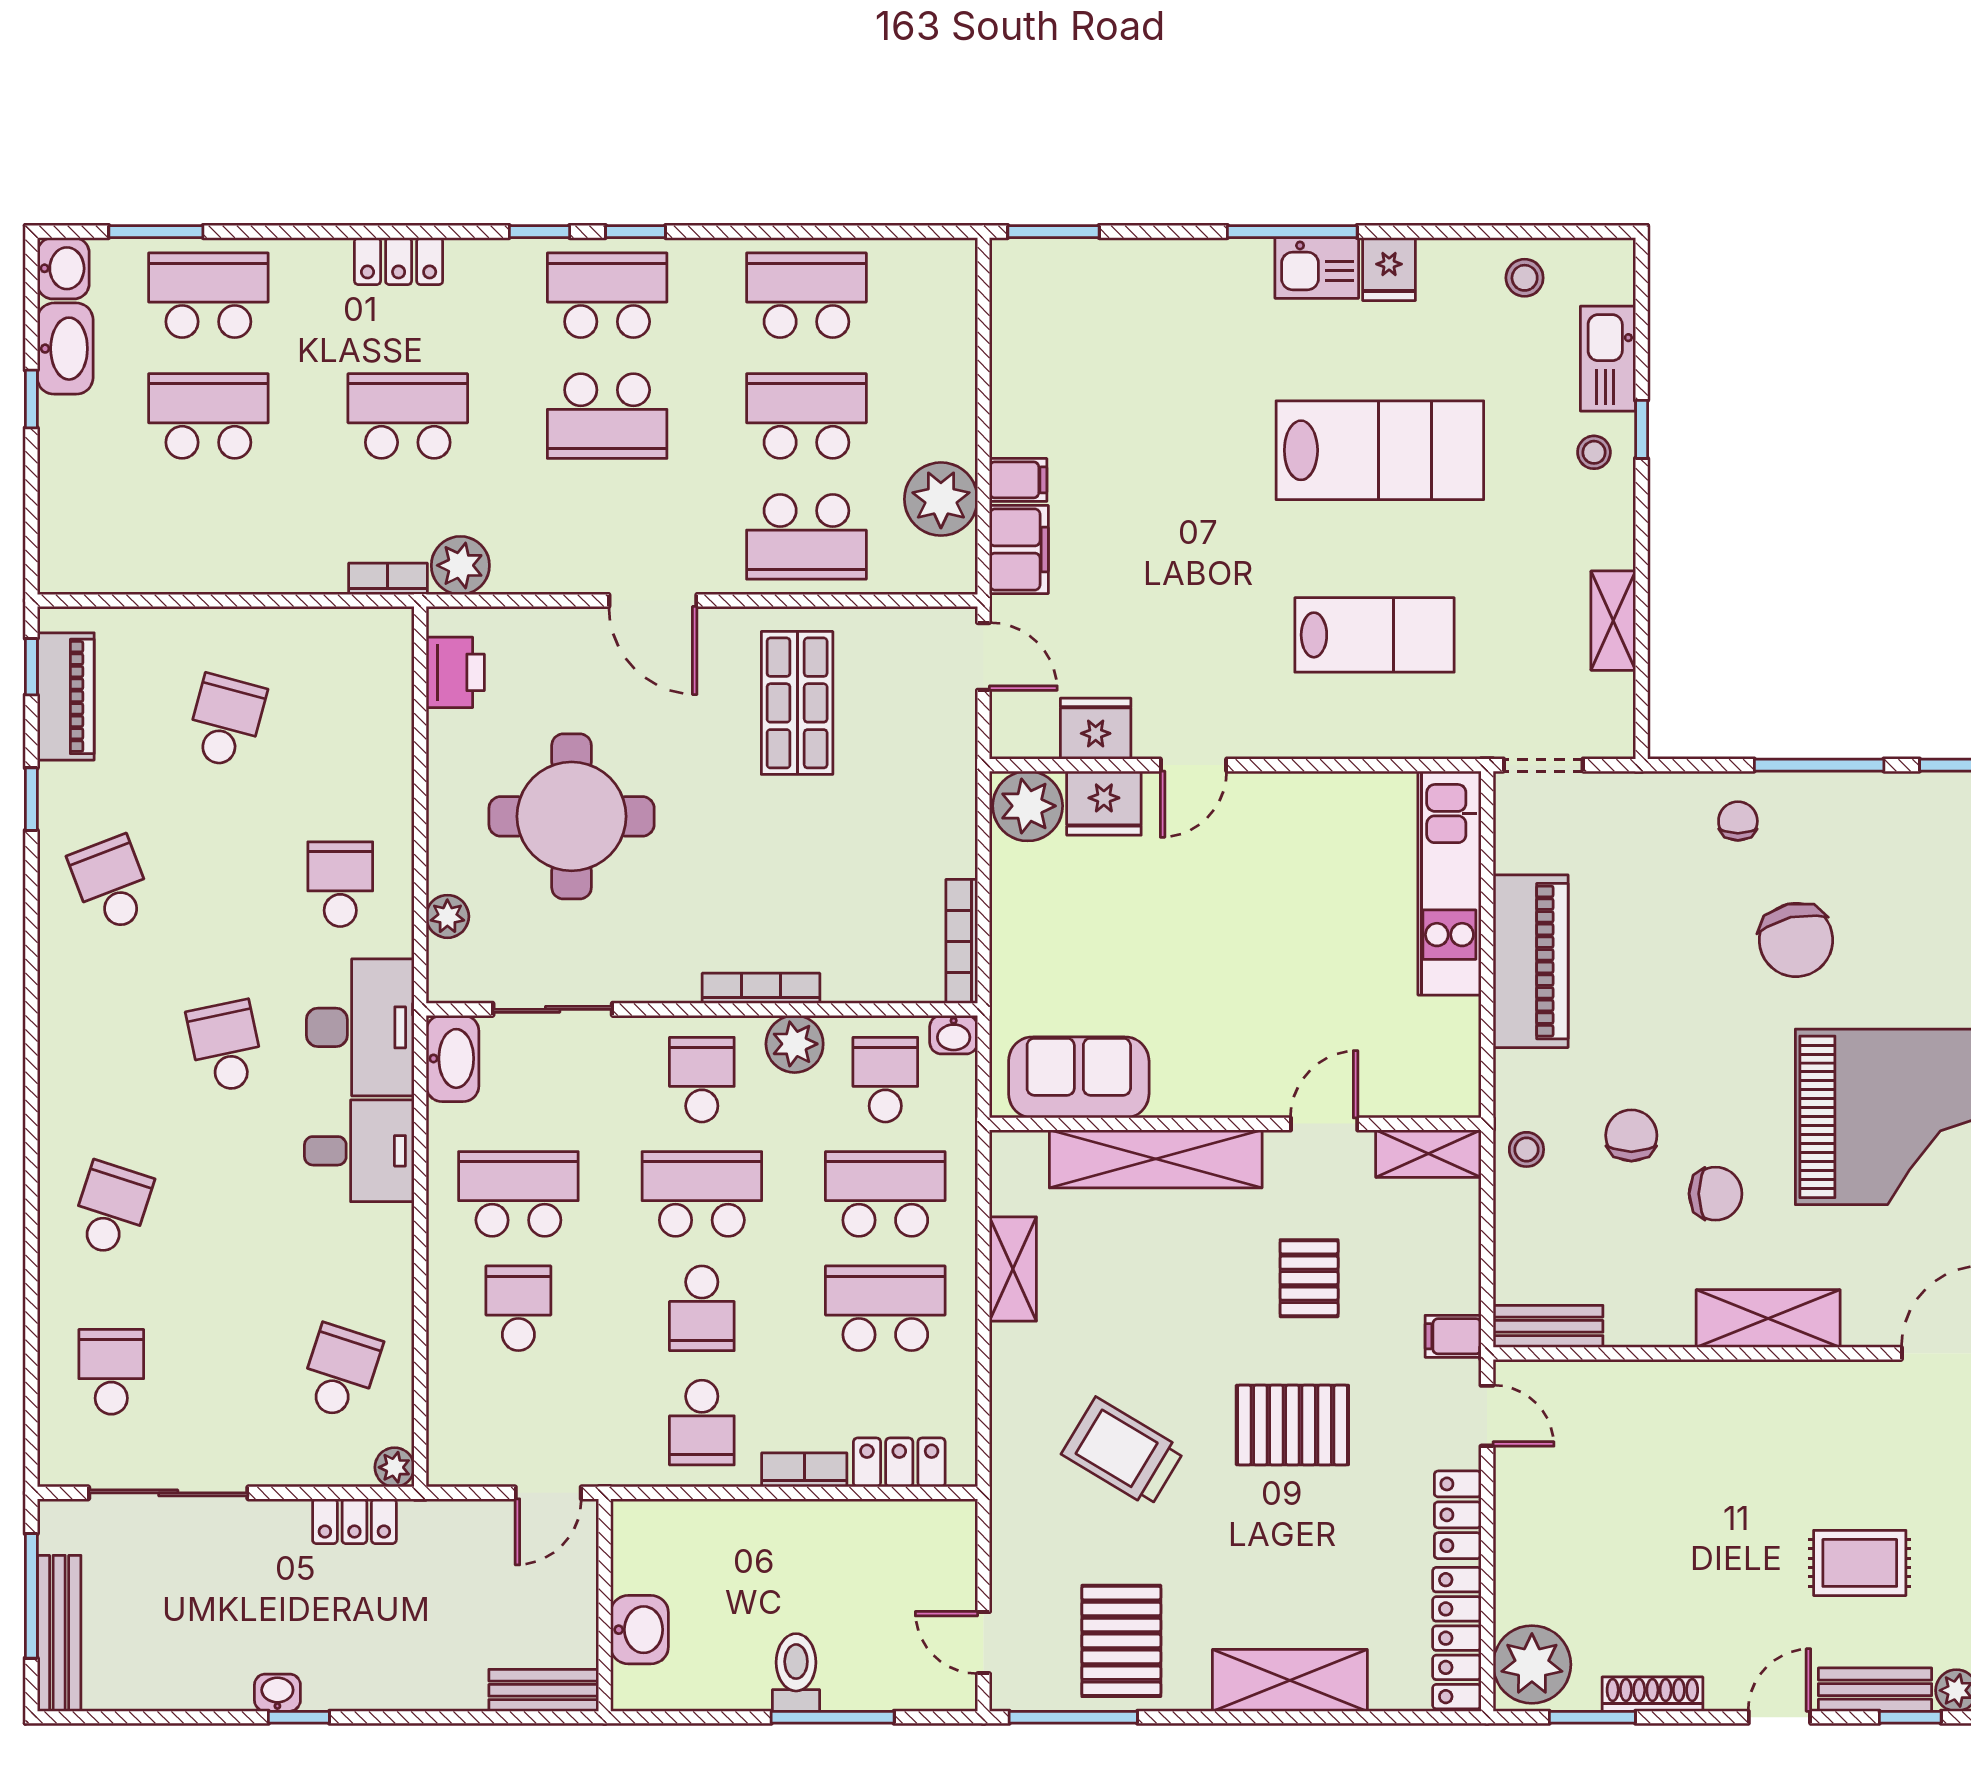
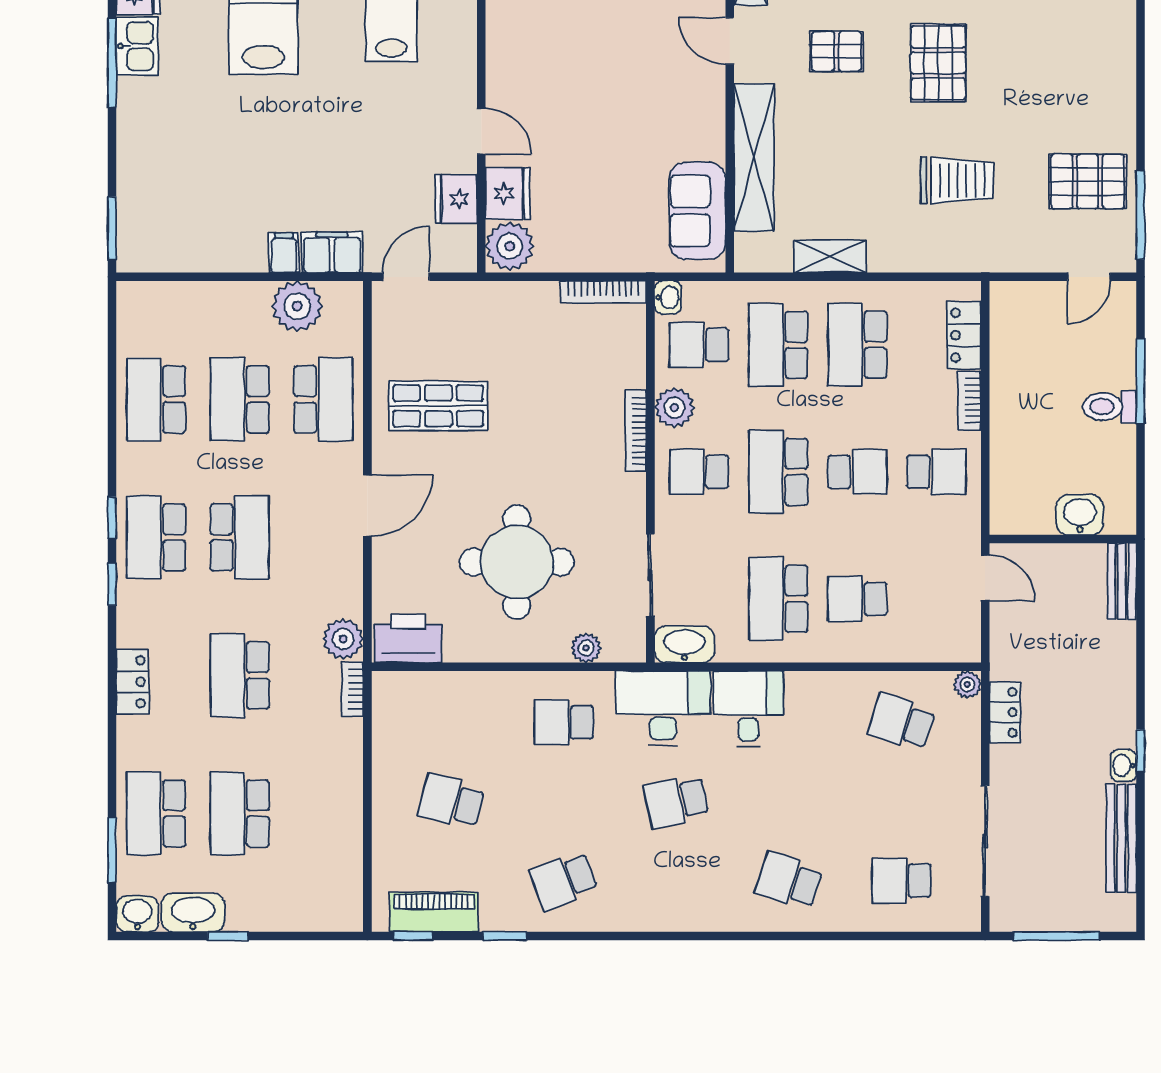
printer: (455, 672) -> (408, 639), width x1.37, depth x1.19
trolley: (1123, 1452) -> (957, 180), turned -121
bench: (59, 1633) -> (1121, 838), moved, turned 90
shelving: (1290, 1680) -> (1115, 65), removed

